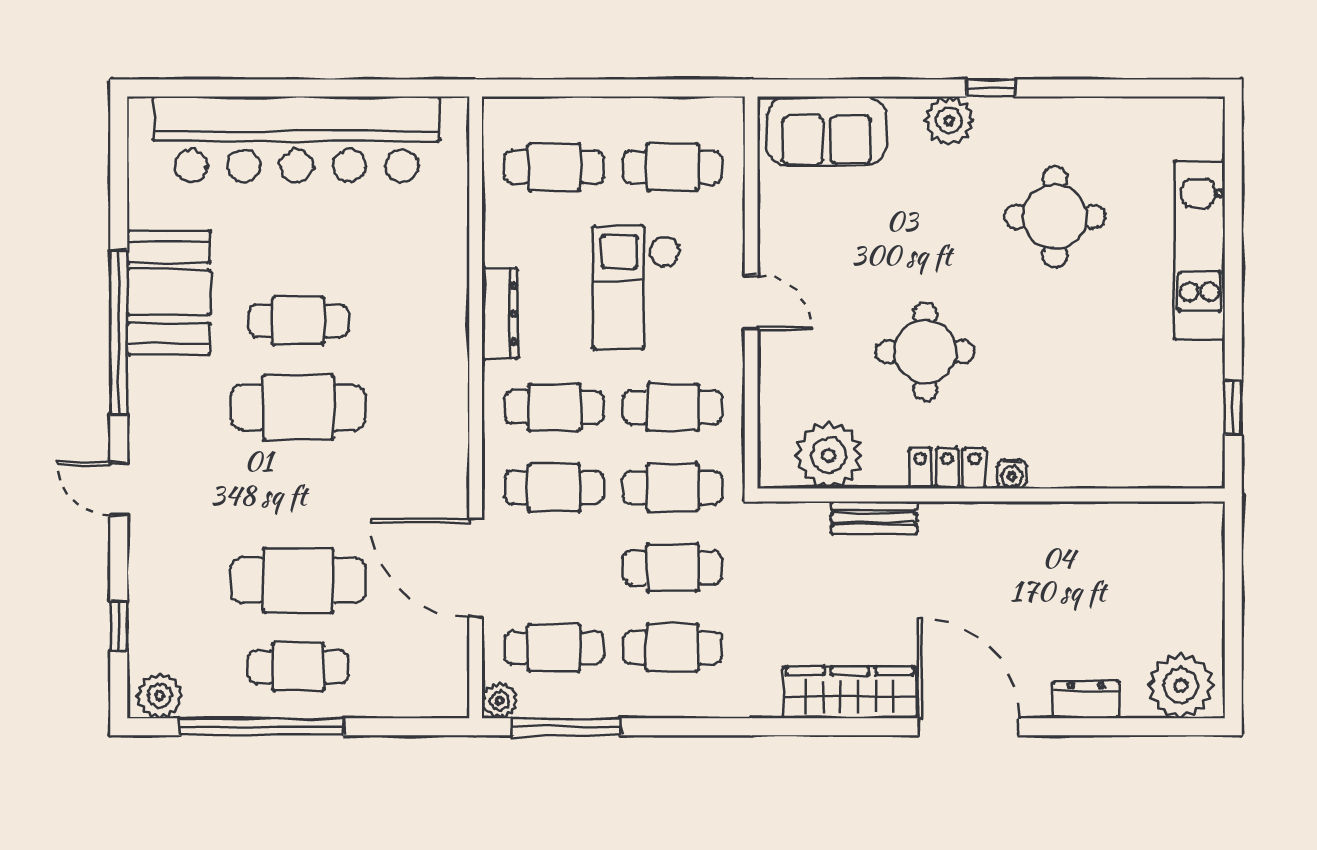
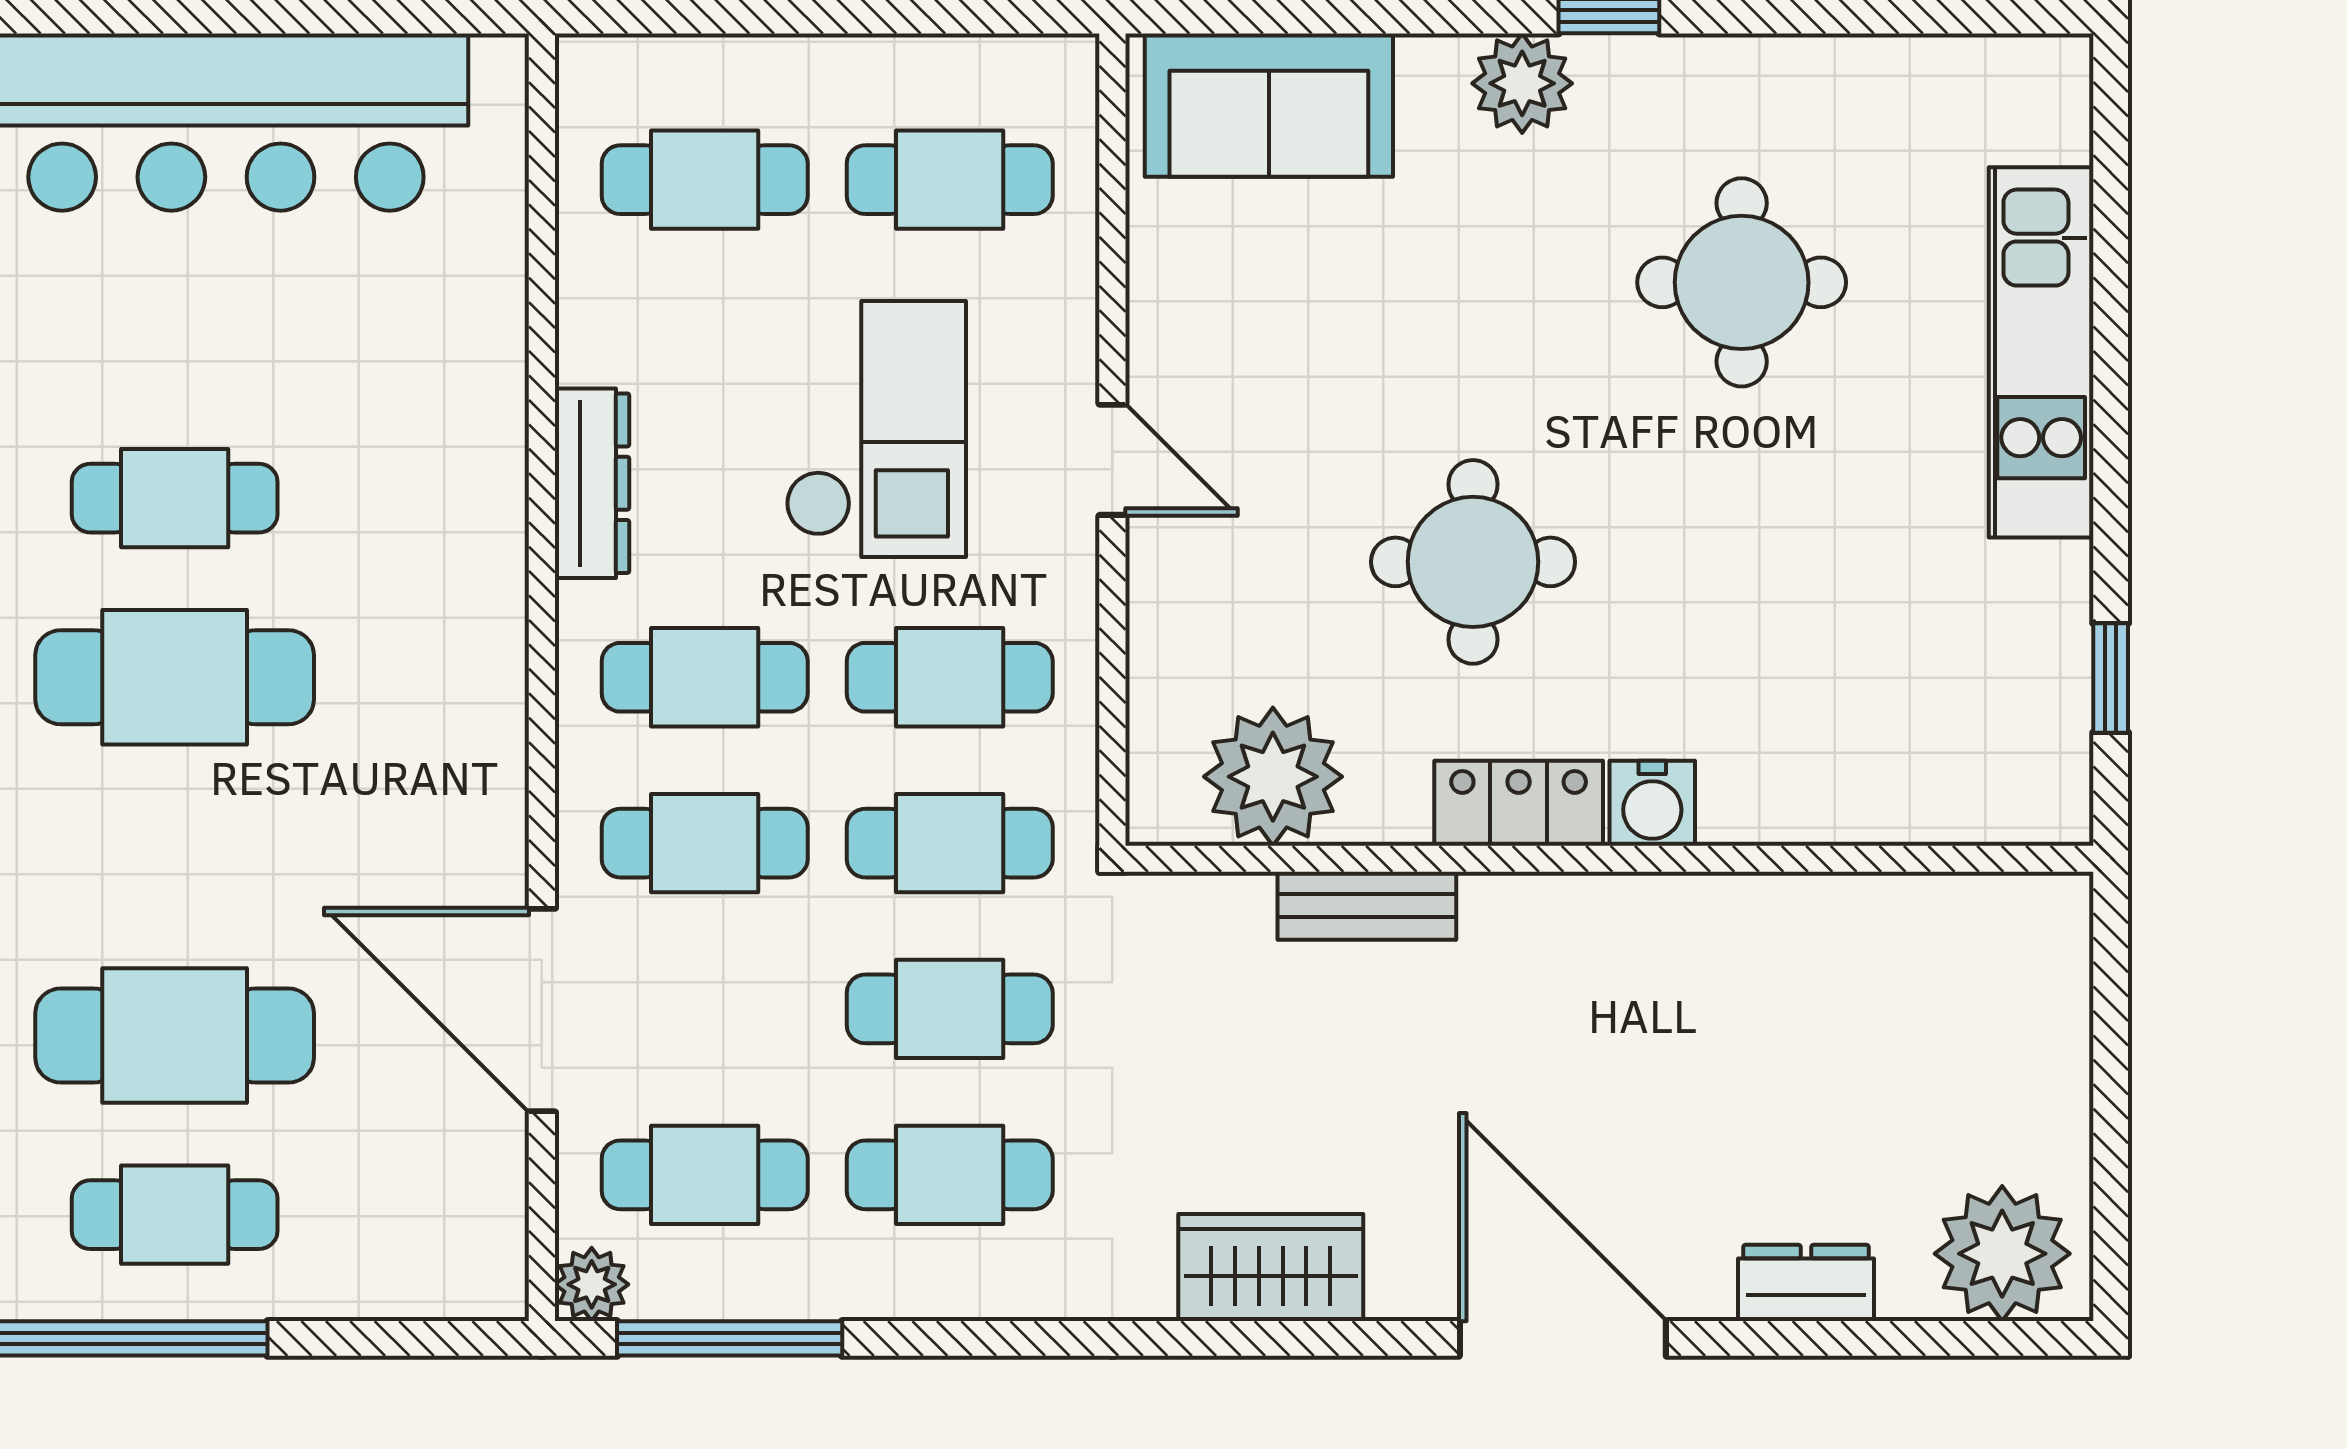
checkout: (637, 287) -> (876, 429), turned 180
water cooler: (1012, 474) -> (1652, 803), width x1.38, depth x1.38
wardrobe: (850, 692) -> (1271, 1268), width x0.67

